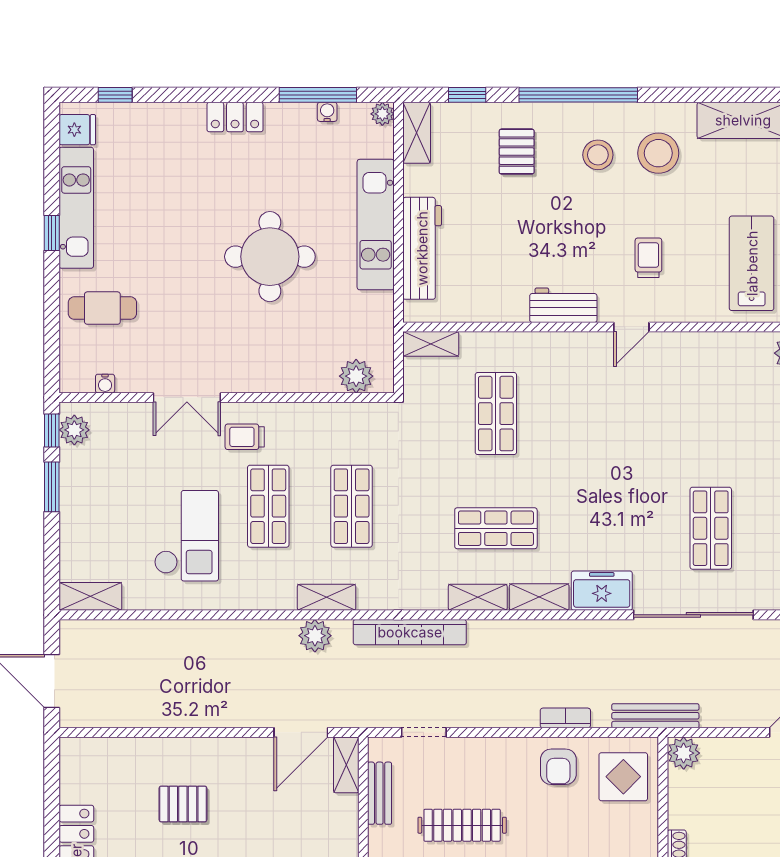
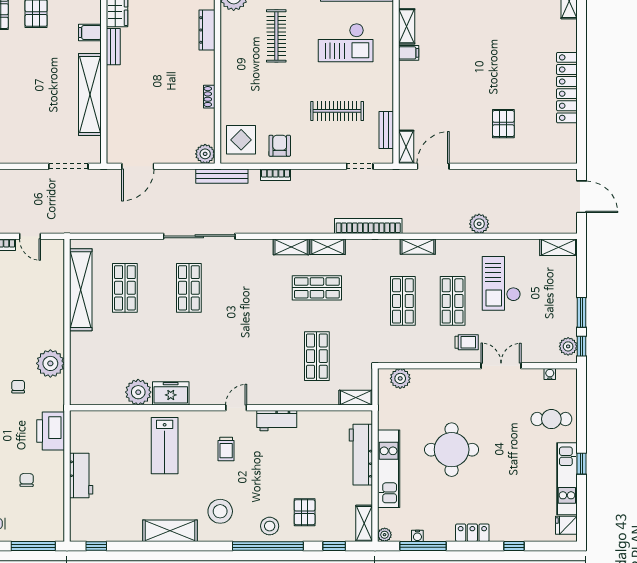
window: (115, 95) -> (514, 546), moved
stool: (598, 155) -> (270, 526), moved
freezer: (602, 591) -> (171, 393), moved, turned 180
plant: (315, 636) -> (479, 224), moved
pallet: (183, 804) -> (503, 124), turned 90

